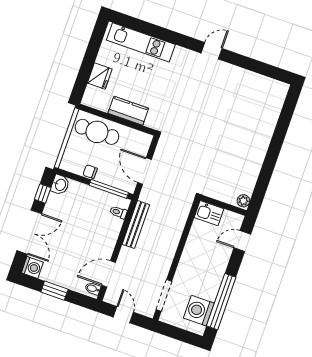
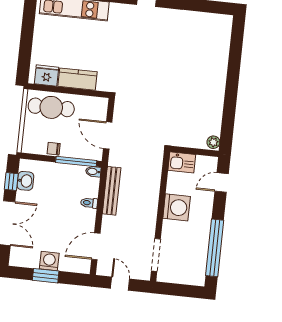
fridge: (100, 76) -> (47, 76), moved, turned -90
washbasin: (60, 185) -> (25, 181), moved
toilet: (118, 212) -> (89, 203), moved
washing machine: (32, 267) -> (49, 261), moved, turned -90
bidet: (93, 289) -> (93, 171), moved
washing machine: (199, 311) -> (177, 207), moved, turned 180

